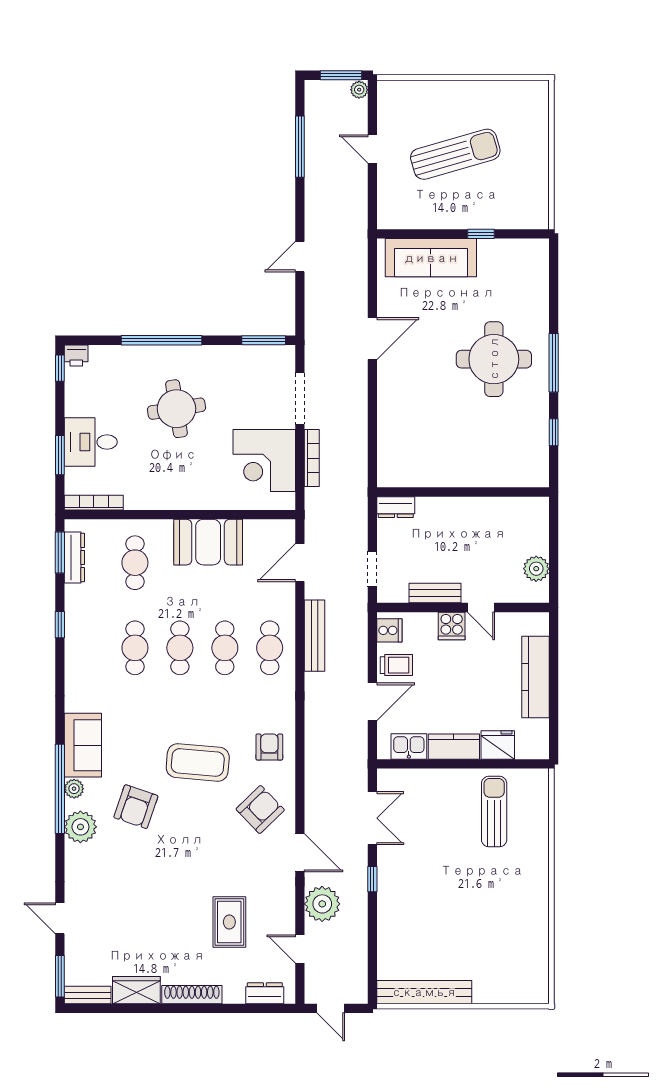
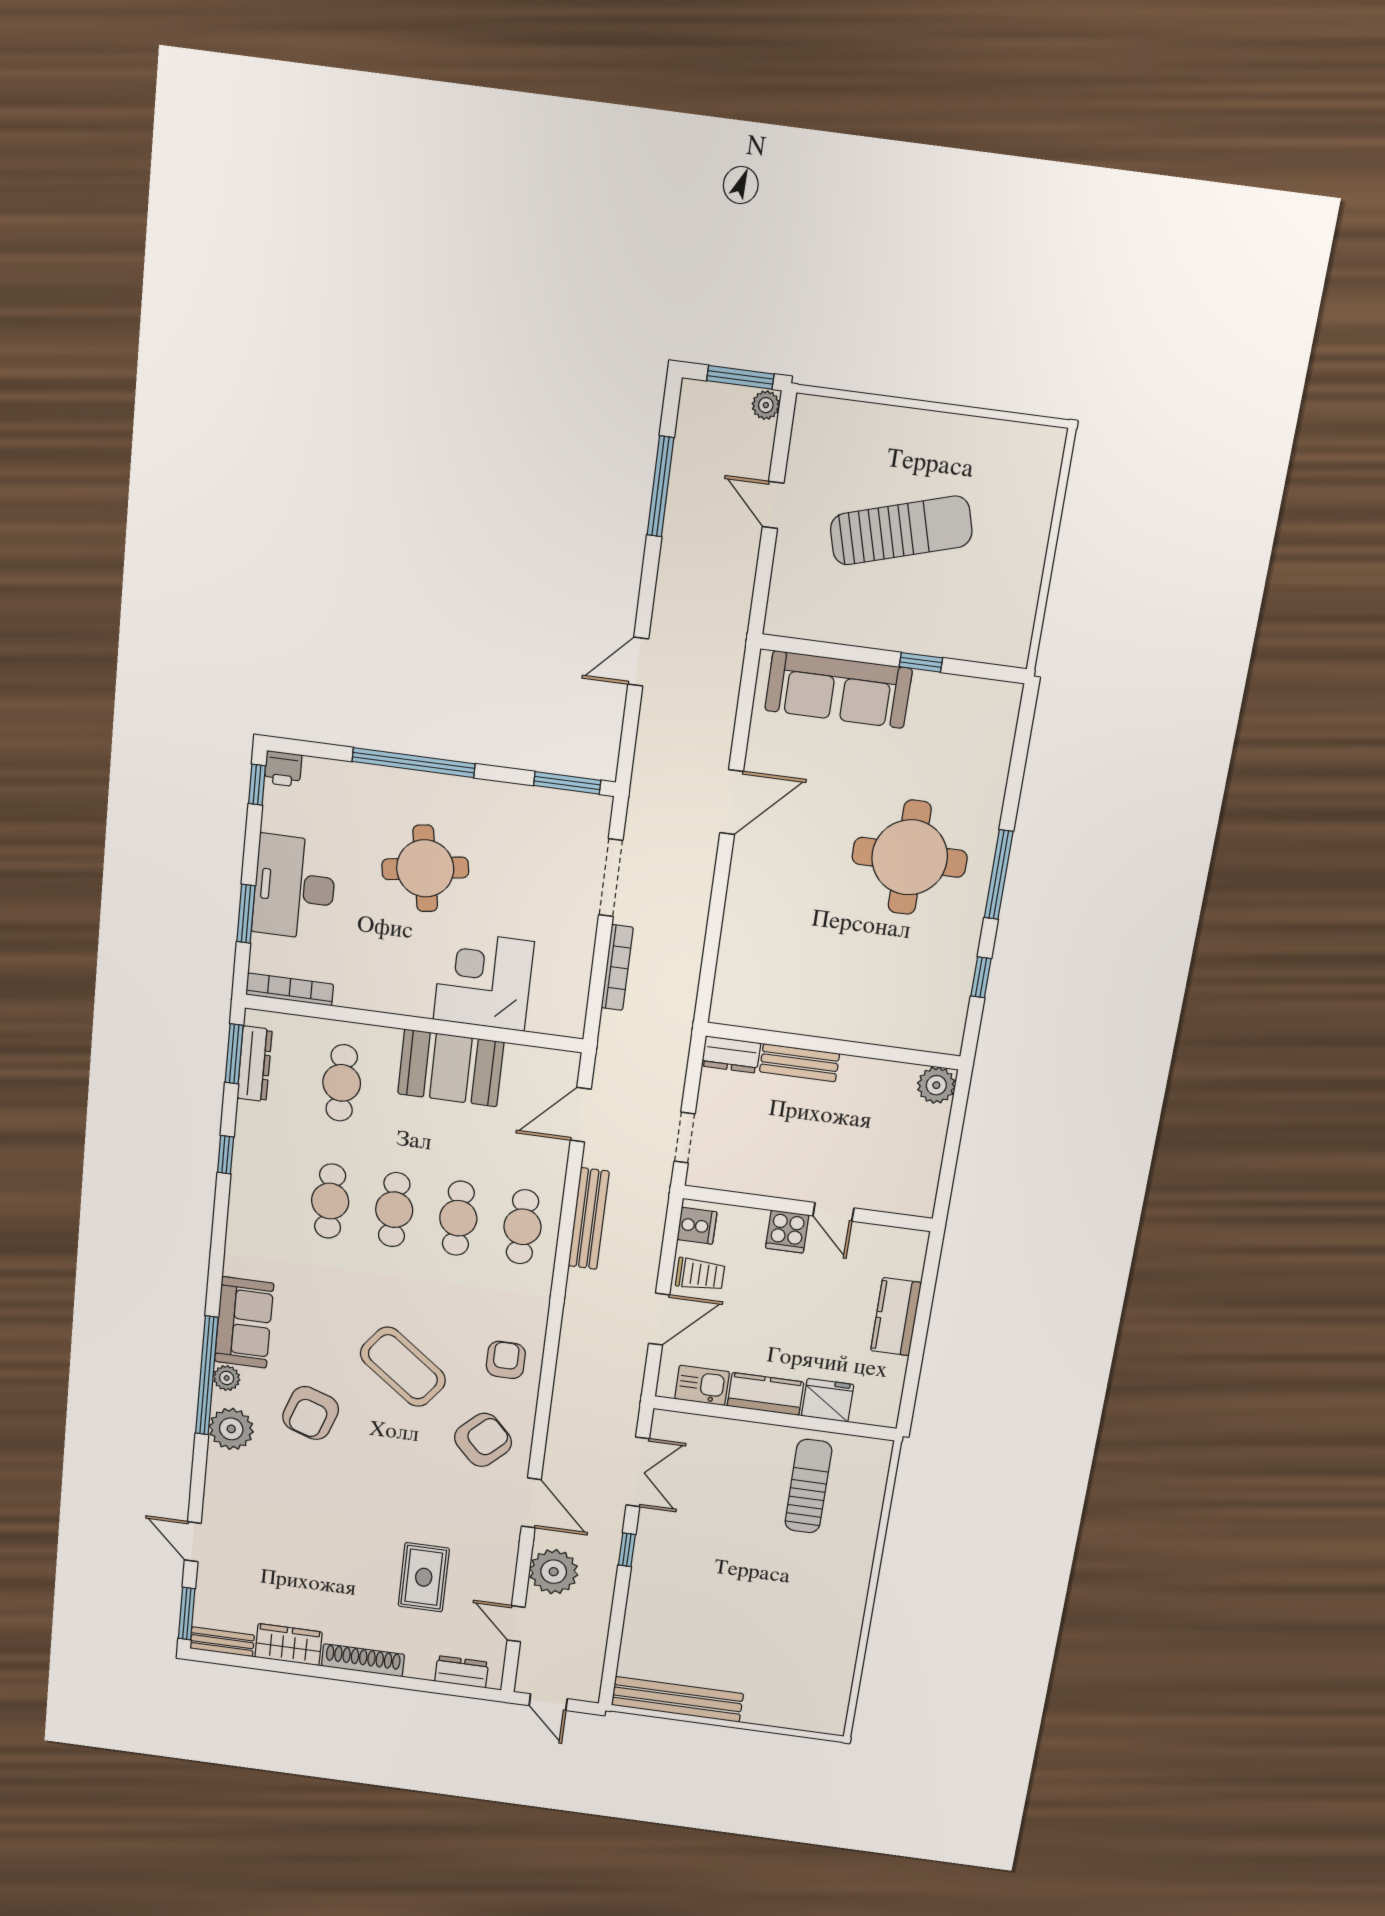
desk: (91, 442) -> (294, 887), width x1.37
corner desk: (264, 460) -> (484, 981), moved, turned 90
plant: (536, 569) -> (936, 1085), moved
bench: (435, 593) -> (800, 1063), moved
kitchen counter: (535, 677) -> (896, 1317), width x0.67
coffee table: (198, 762) -> (403, 1367), turned 32

